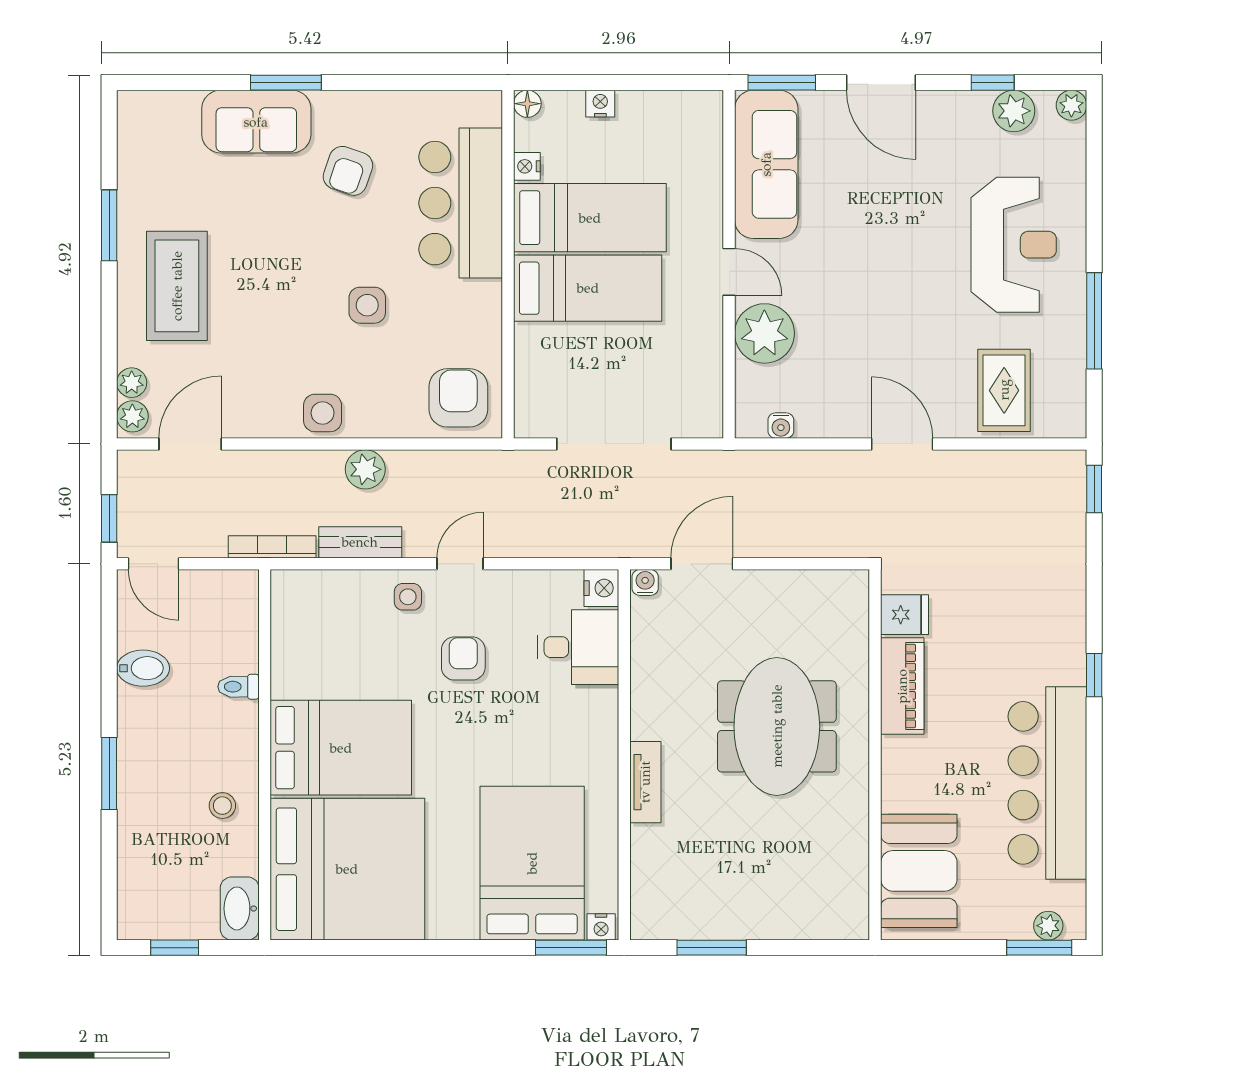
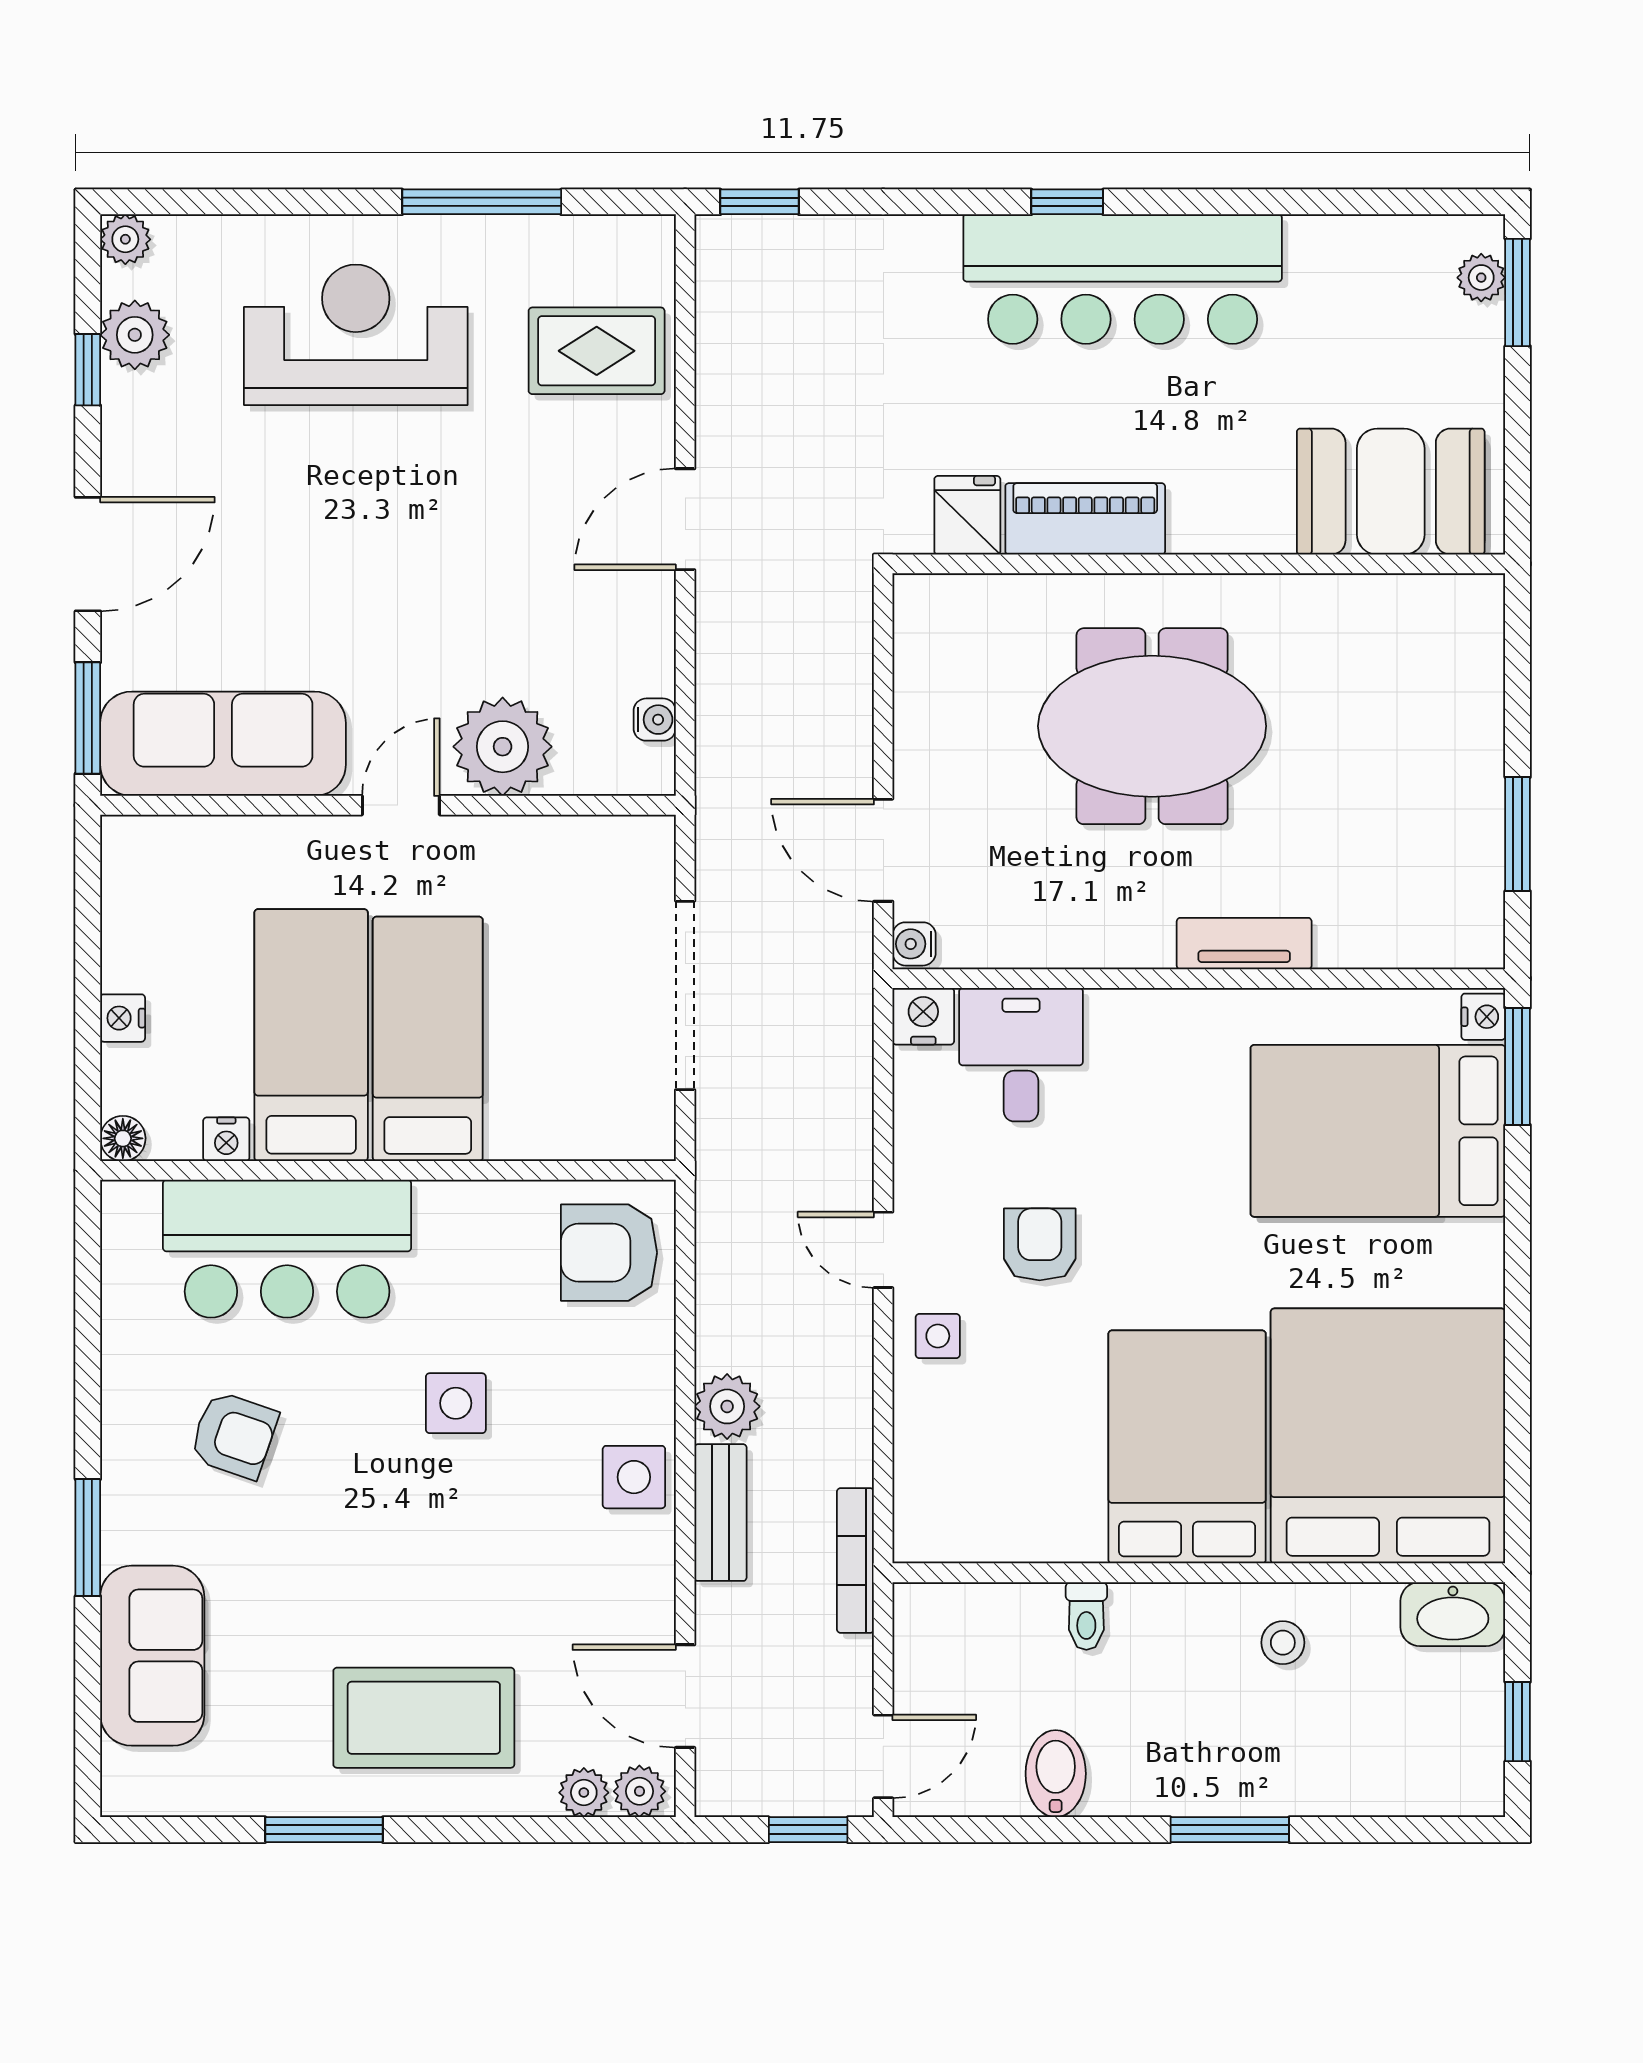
sofa: (256, 122) -> (152, 1656), moved
bench: (360, 542) -> (721, 1513), moved
armchair: (463, 658) -> (1040, 1244), turned 90
bar counter: (1047, 783) -> (1123, 279), moved

